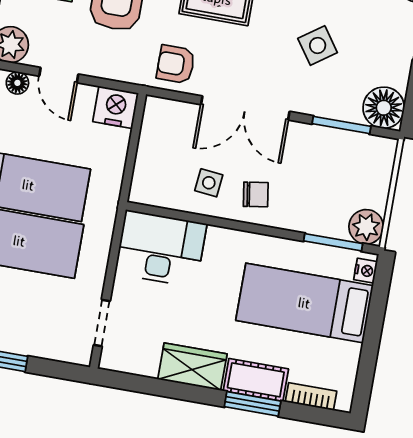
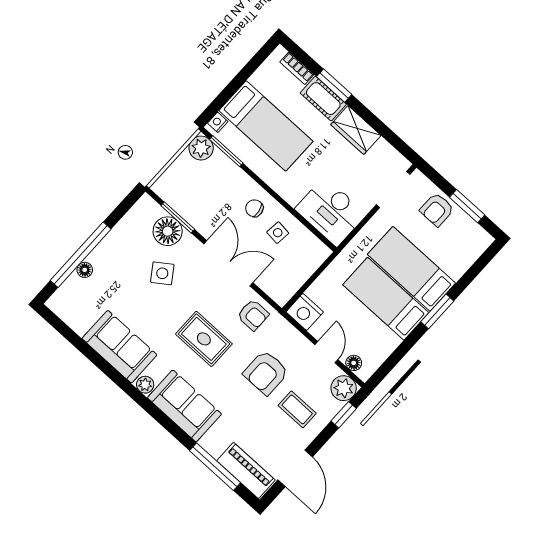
floor lamp: (384, 108) -> (168, 231), moved
doorway: (102, 323) -> (393, 190), width x1.38
armchair: (34, 332) -> (437, 210), added

